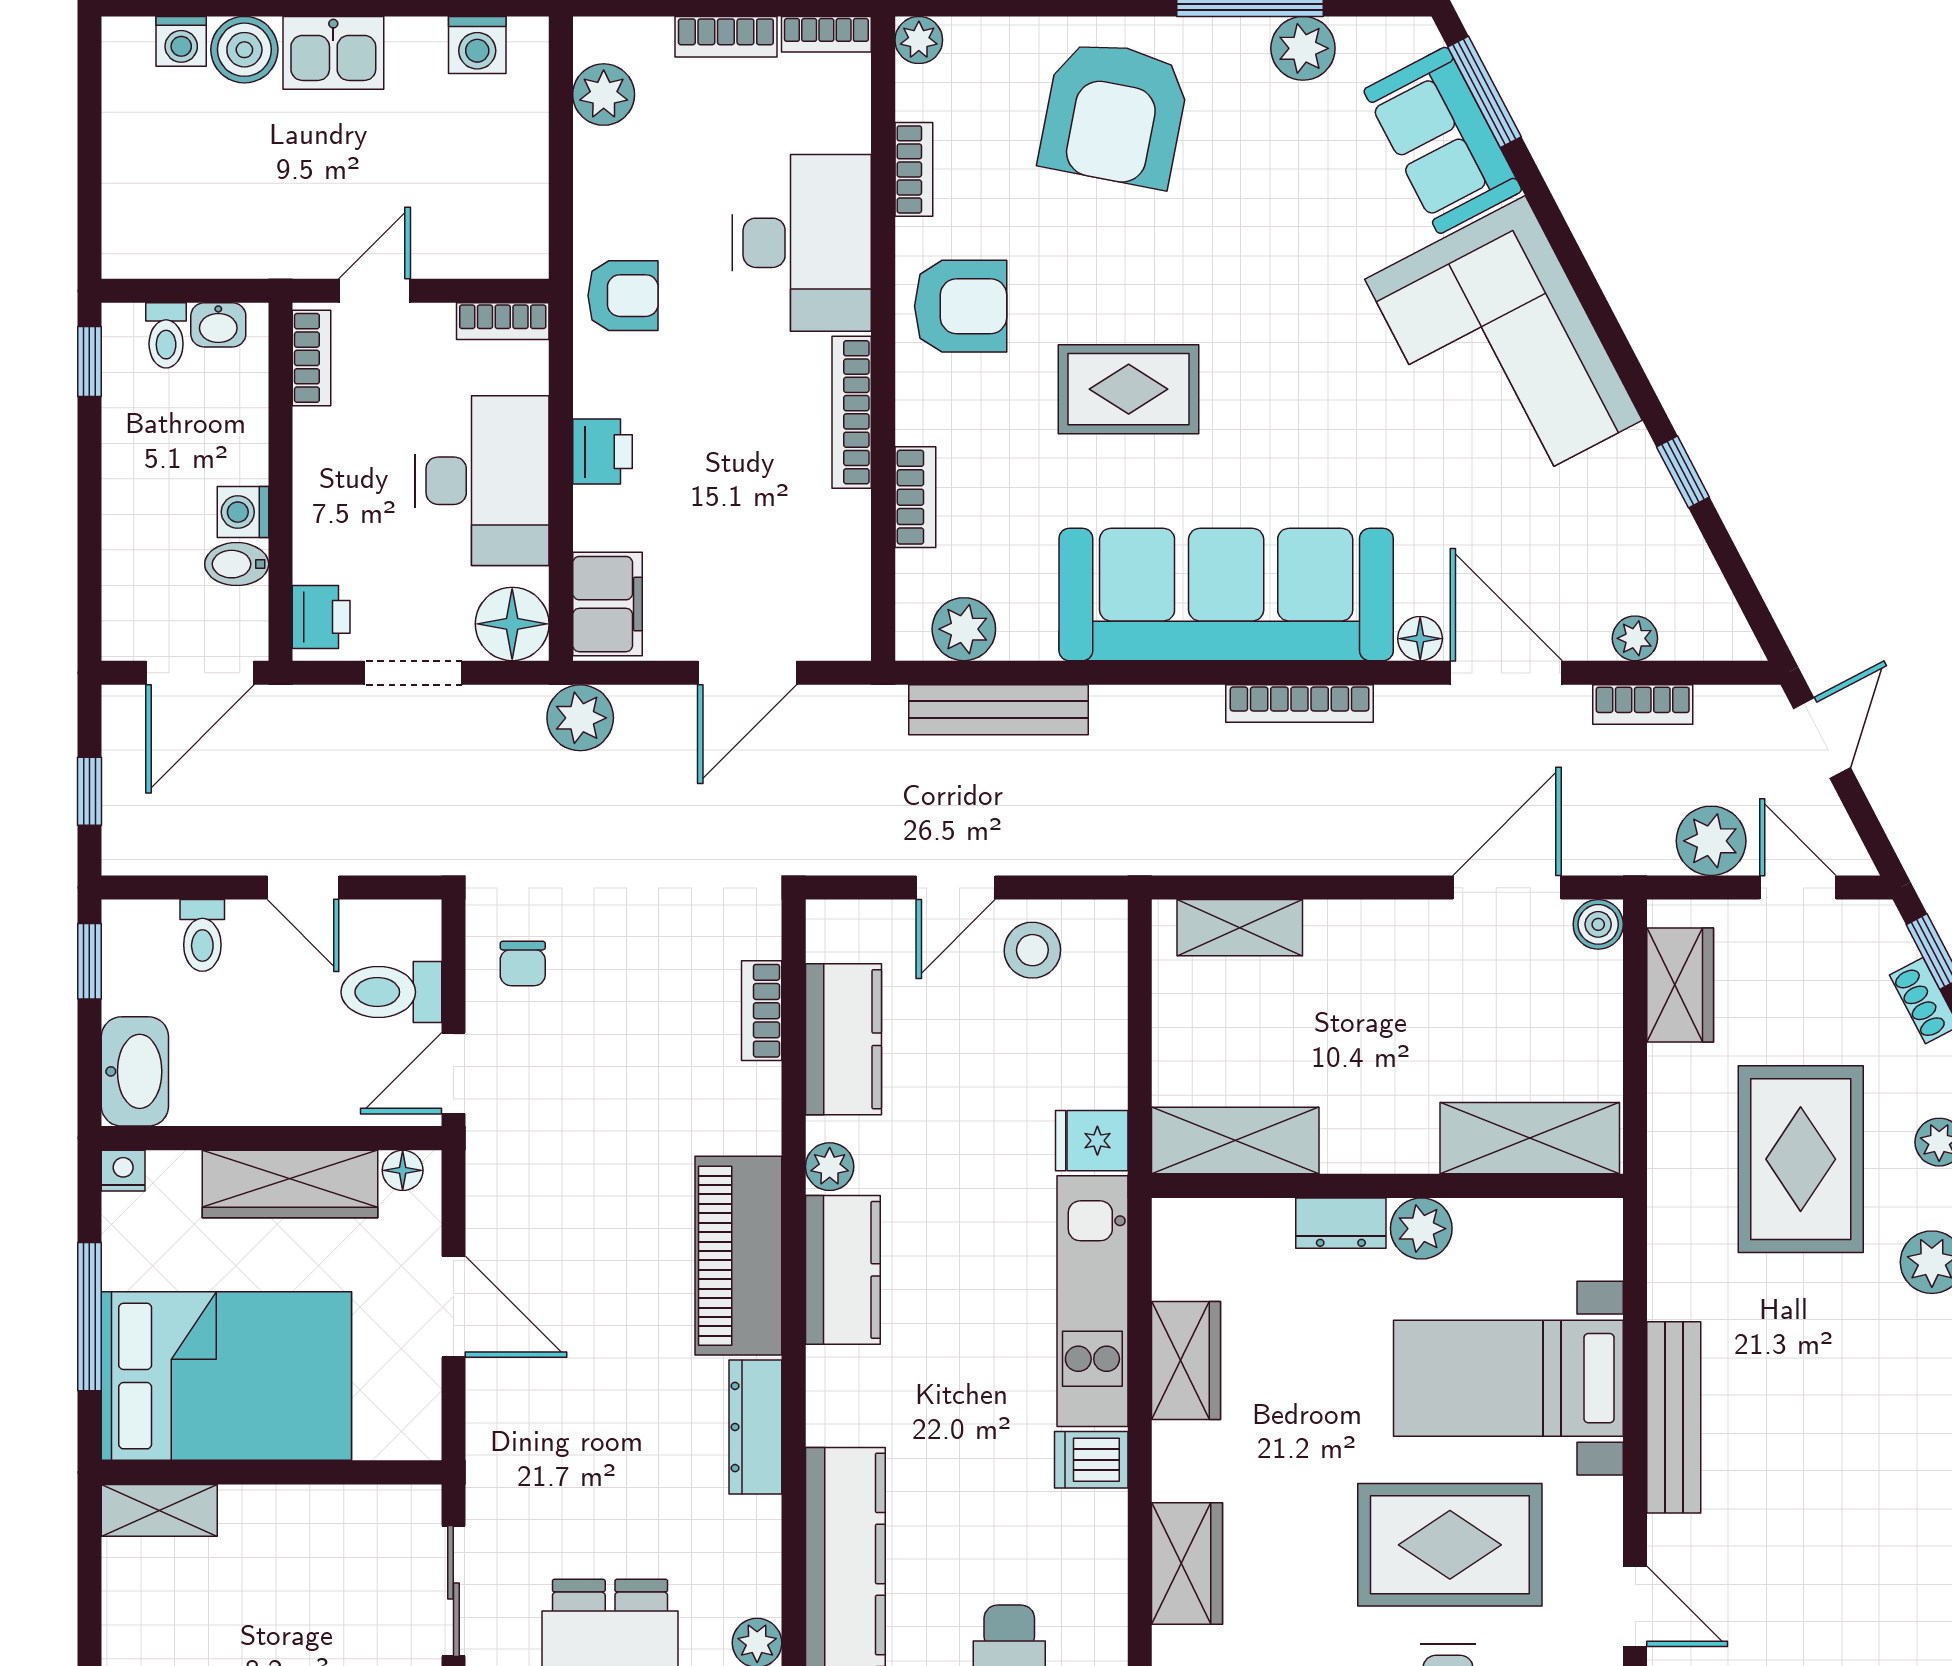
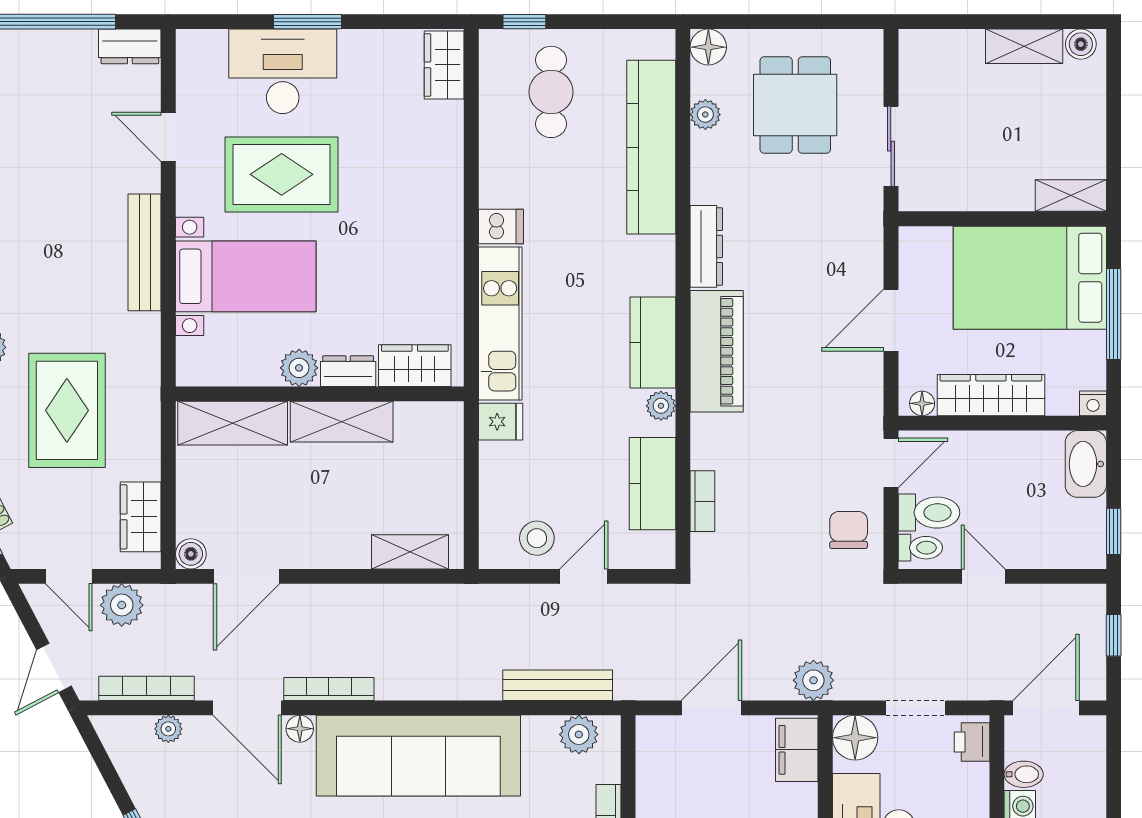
bookcase: (1300, 703) -> (329, 689), moved
bookcase: (1643, 705) -> (146, 688), width x1.56
toilet: (202, 935) -> (920, 548), moved, turned 90
chair: (523, 963) -> (849, 530), width x1.37, depth x1.37
shelving: (1235, 1141) -> (342, 422), moved
door: (453, 1307) -> (891, 320), hinge flipped
wardrobe: (1186, 1360) -> (415, 366), moved, turned 90
wardrobe: (1187, 1564) -> (442, 163), removed

